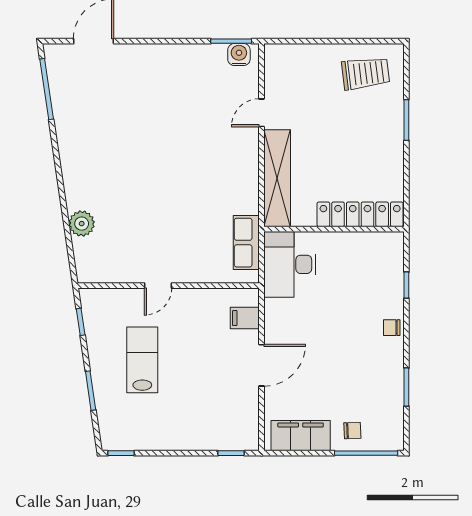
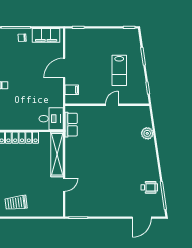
water cooler: (239, 55) -> (75, 211), removed
wheelchair: (77, 107) -> (149, 187), added
desk: (290, 264) -> (51, 119), width x0.73

